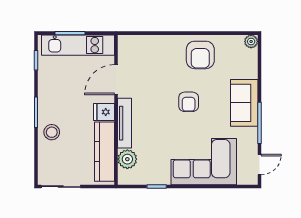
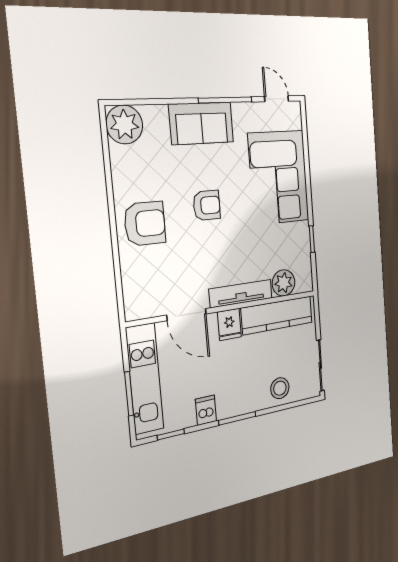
plant: (251, 41) -> (124, 124), width x1.88, depth x1.88
armchair: (200, 55) -> (145, 224), moved
dishwasher: (47, 88) -> (206, 410), added
stool: (52, 132) -> (280, 388), moved

